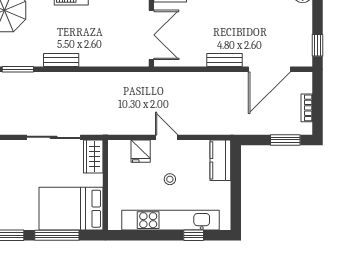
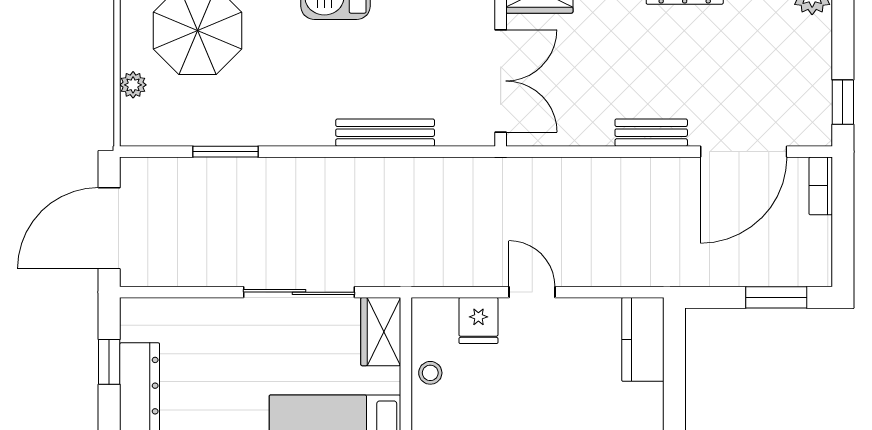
bench: (61, 60) -> (385, 133), moved, width x1.36
bookcase: (307, 108) -> (821, 186), moved
stool: (170, 179) -> (430, 373), moved

